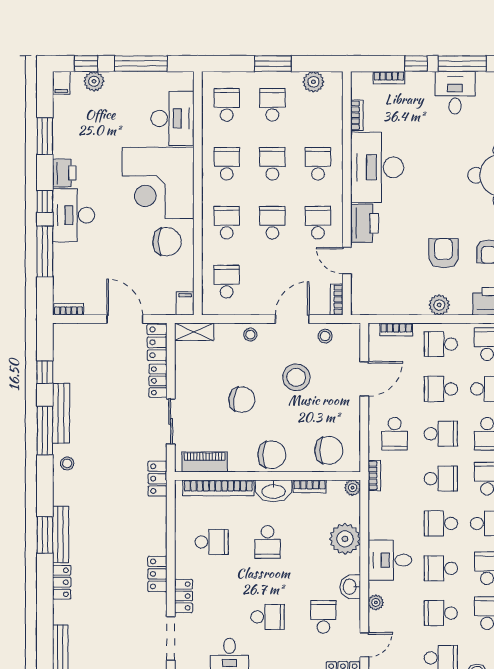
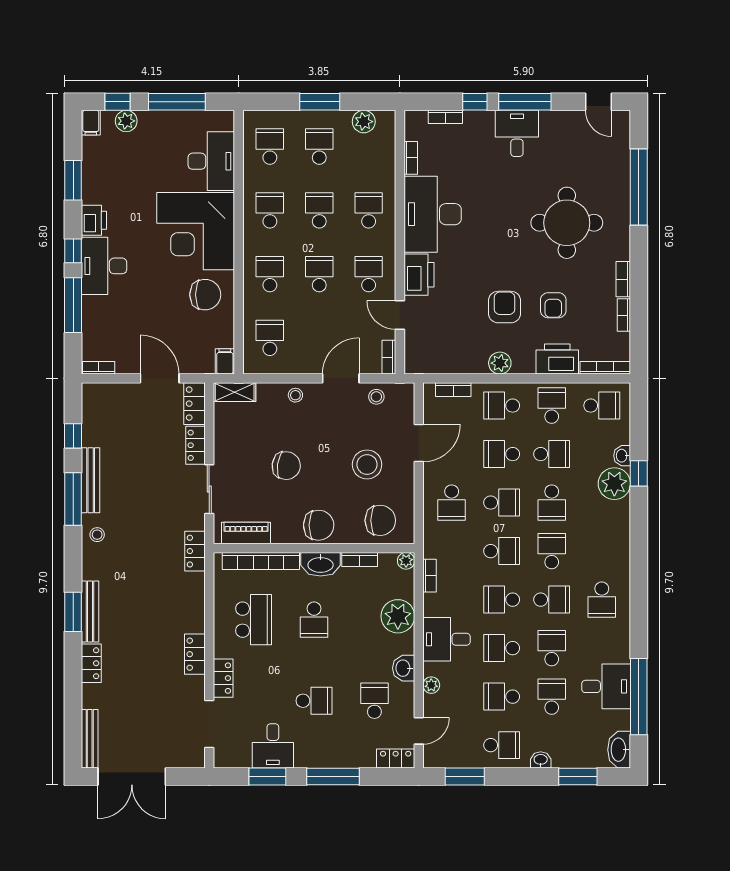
stool: (296, 377) -> (367, 464), moved
bookcase: (374, 476) -> (430, 576), moved
school desk: (212, 542) -> (254, 620), width x1.85

